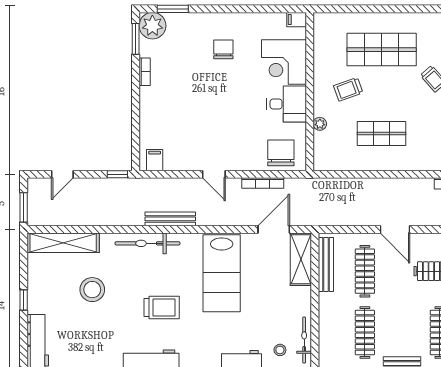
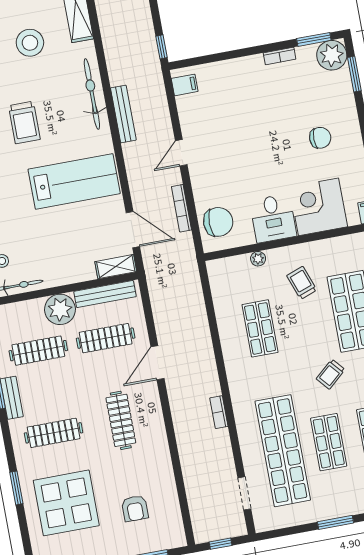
shelving: (301, 259) -> (116, 267), width x0.67, depth x0.75
lab bench: (222, 273) -> (74, 181), turned 180
plant: (332, 307) -> (60, 309), added

